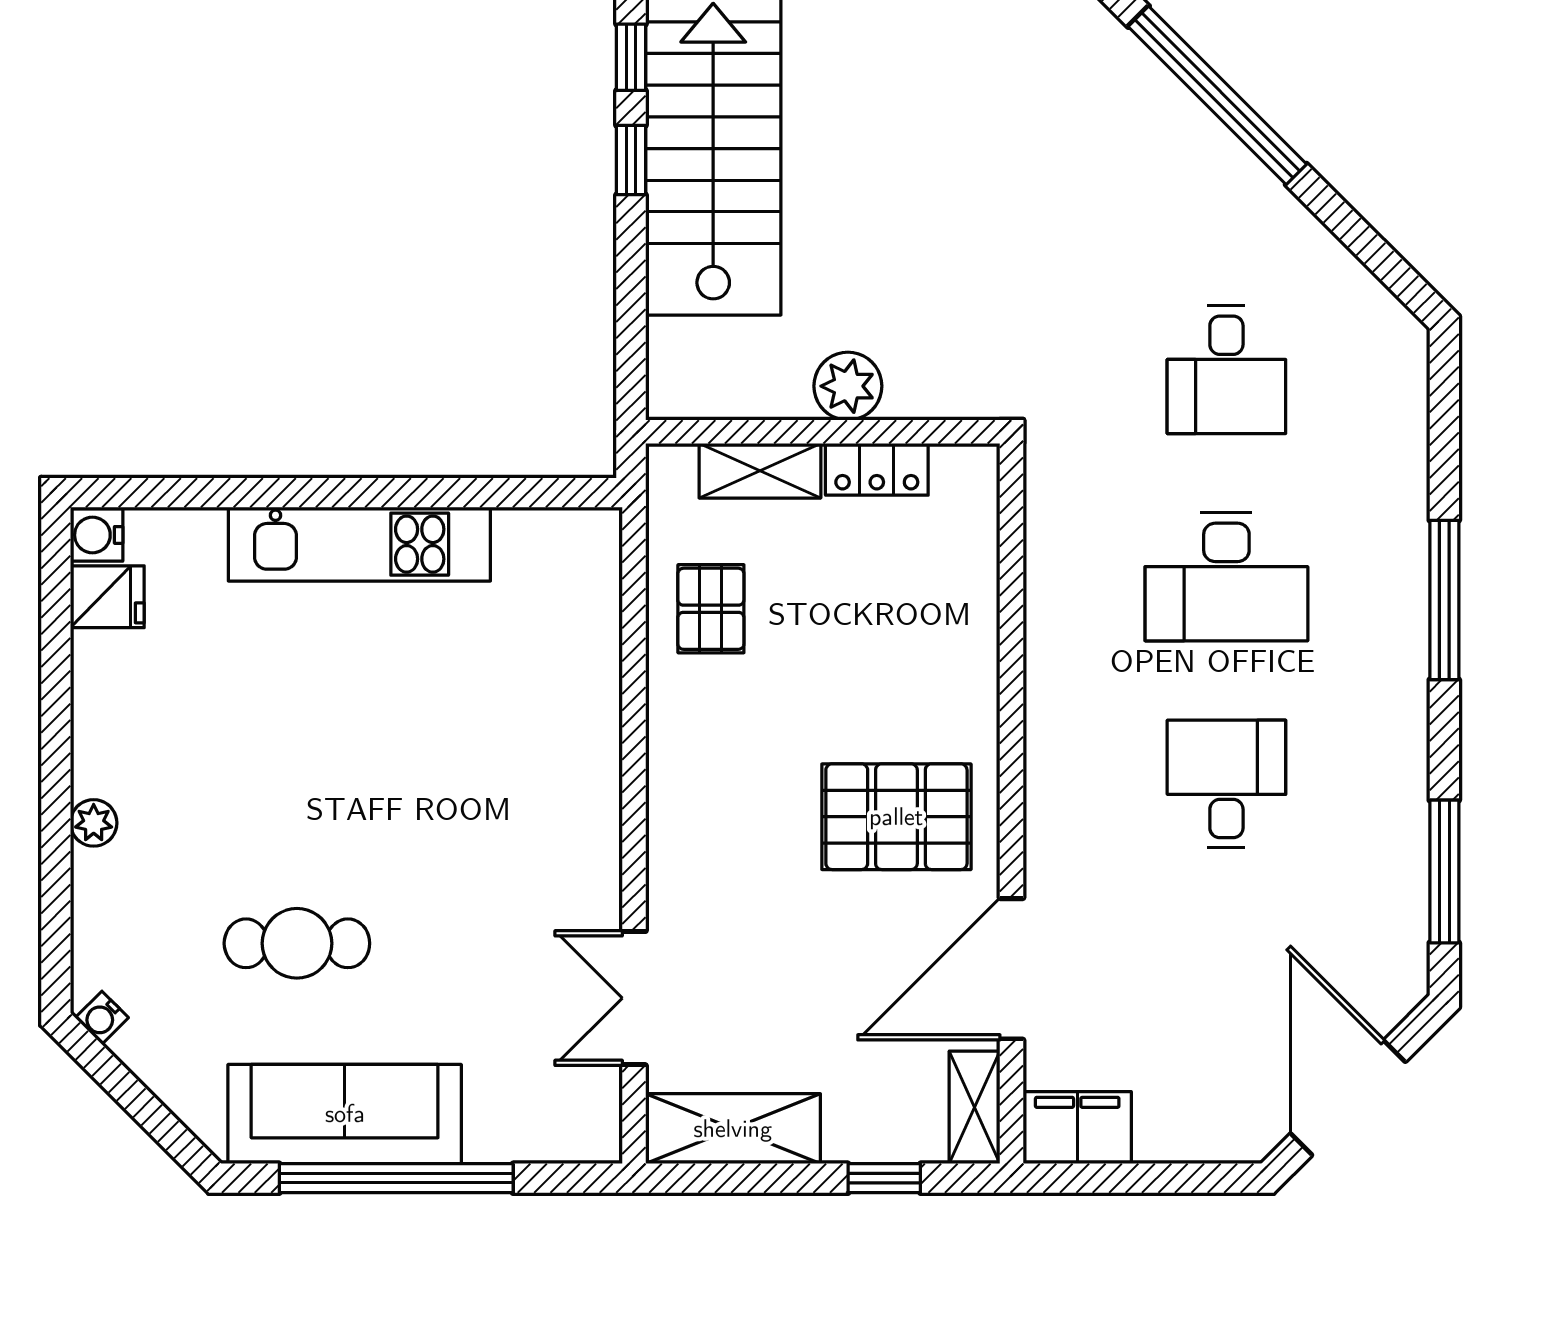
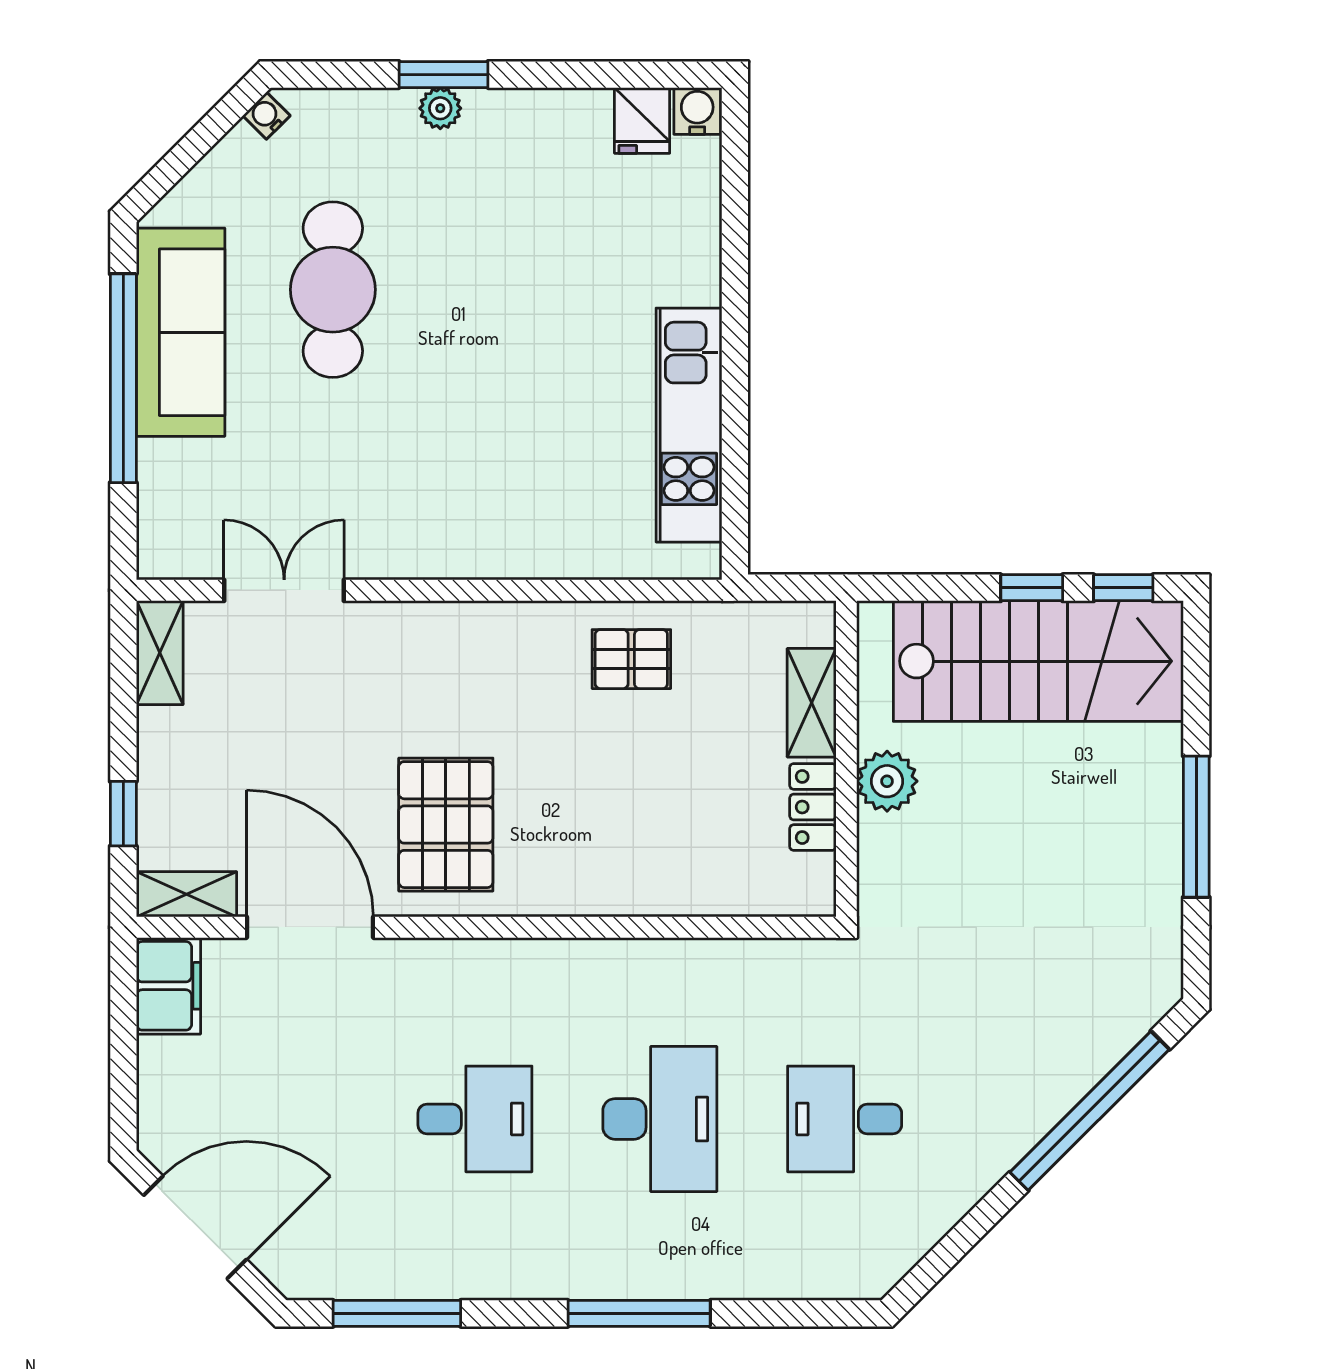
plant: (848, 386) -> (887, 781), moved
wall: (823, 432) -> (846, 759), moved
locker: (877, 469) -> (813, 807), moved
shelving: (760, 471) -> (812, 703), moved
kitchen unit: (359, 544) -> (689, 425), moved
desk: (1226, 577) -> (660, 1119), turned 180
window: (56, 819) -> (444, 75), added
cafe table: (297, 943) -> (333, 290), width x1.37, depth x1.35
shelving: (733, 1129) -> (160, 653), width x0.67, depth x0.75

